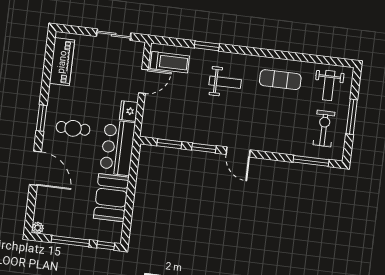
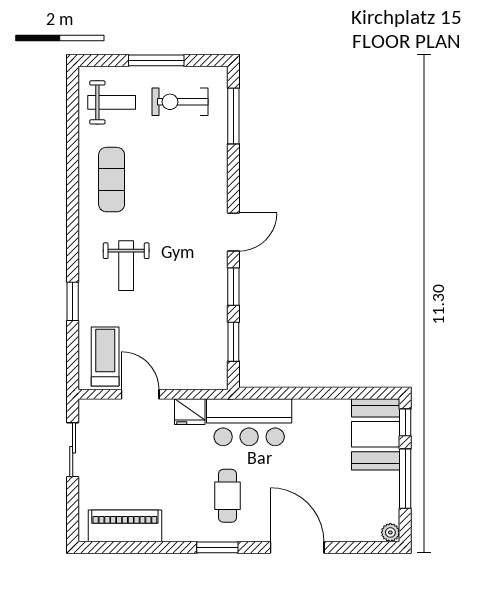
weight bench: (225, 82) -> (126, 266), turned 180
door: (35, 168) -> (297, 547), hinge flipped
booth: (111, 198) -> (376, 434), moved, turned 90

